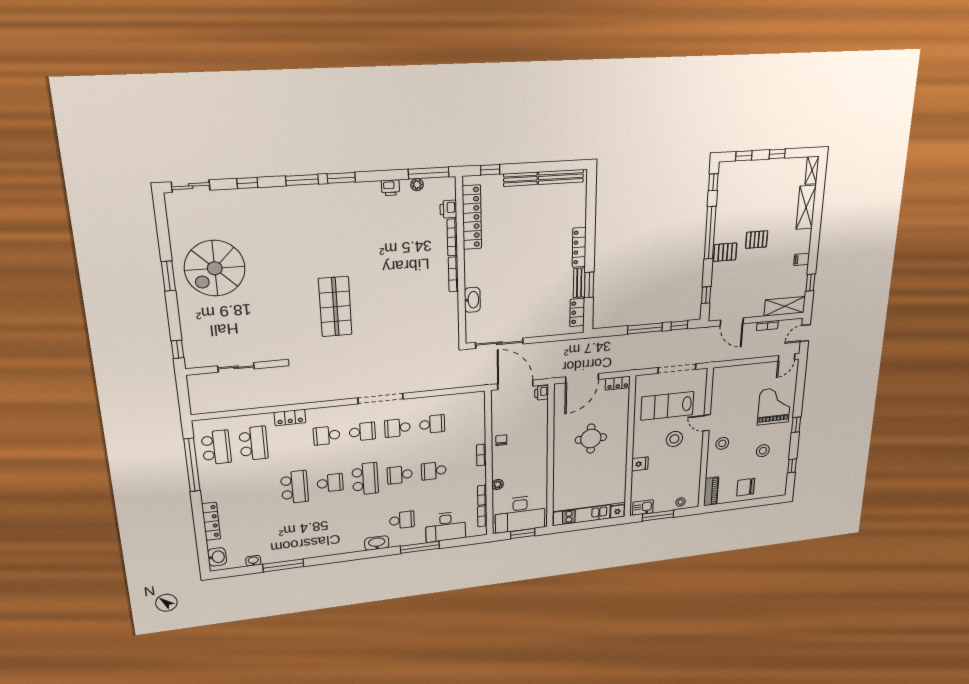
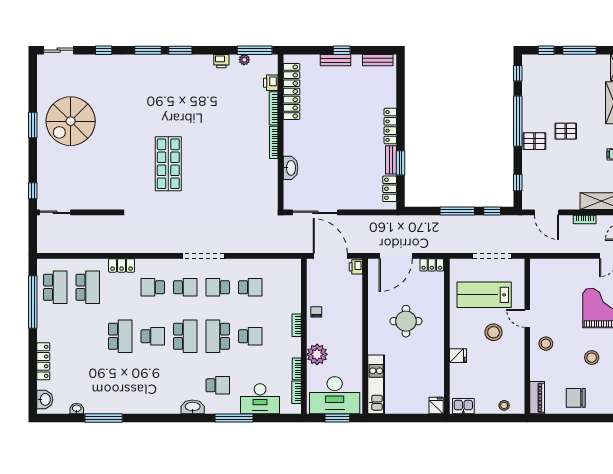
window: (777, 154) -> (580, 50), width x2.17
window: (490, 170) -> (342, 50), moved
bench: (561, 177) -> (378, 60), width x0.73
sliding door: (236, 367) -> (55, 212), moved
school desk: (434, 471) -> (250, 336), turned 180
school desk: (400, 475) -> (218, 336), width x1.85
plant: (498, 485) -> (317, 354), width x1.87, depth x1.87
kitchen unit: (582, 515) -> (376, 384), moved, turned 90
window: (658, 516) -> (480, 418), removed

